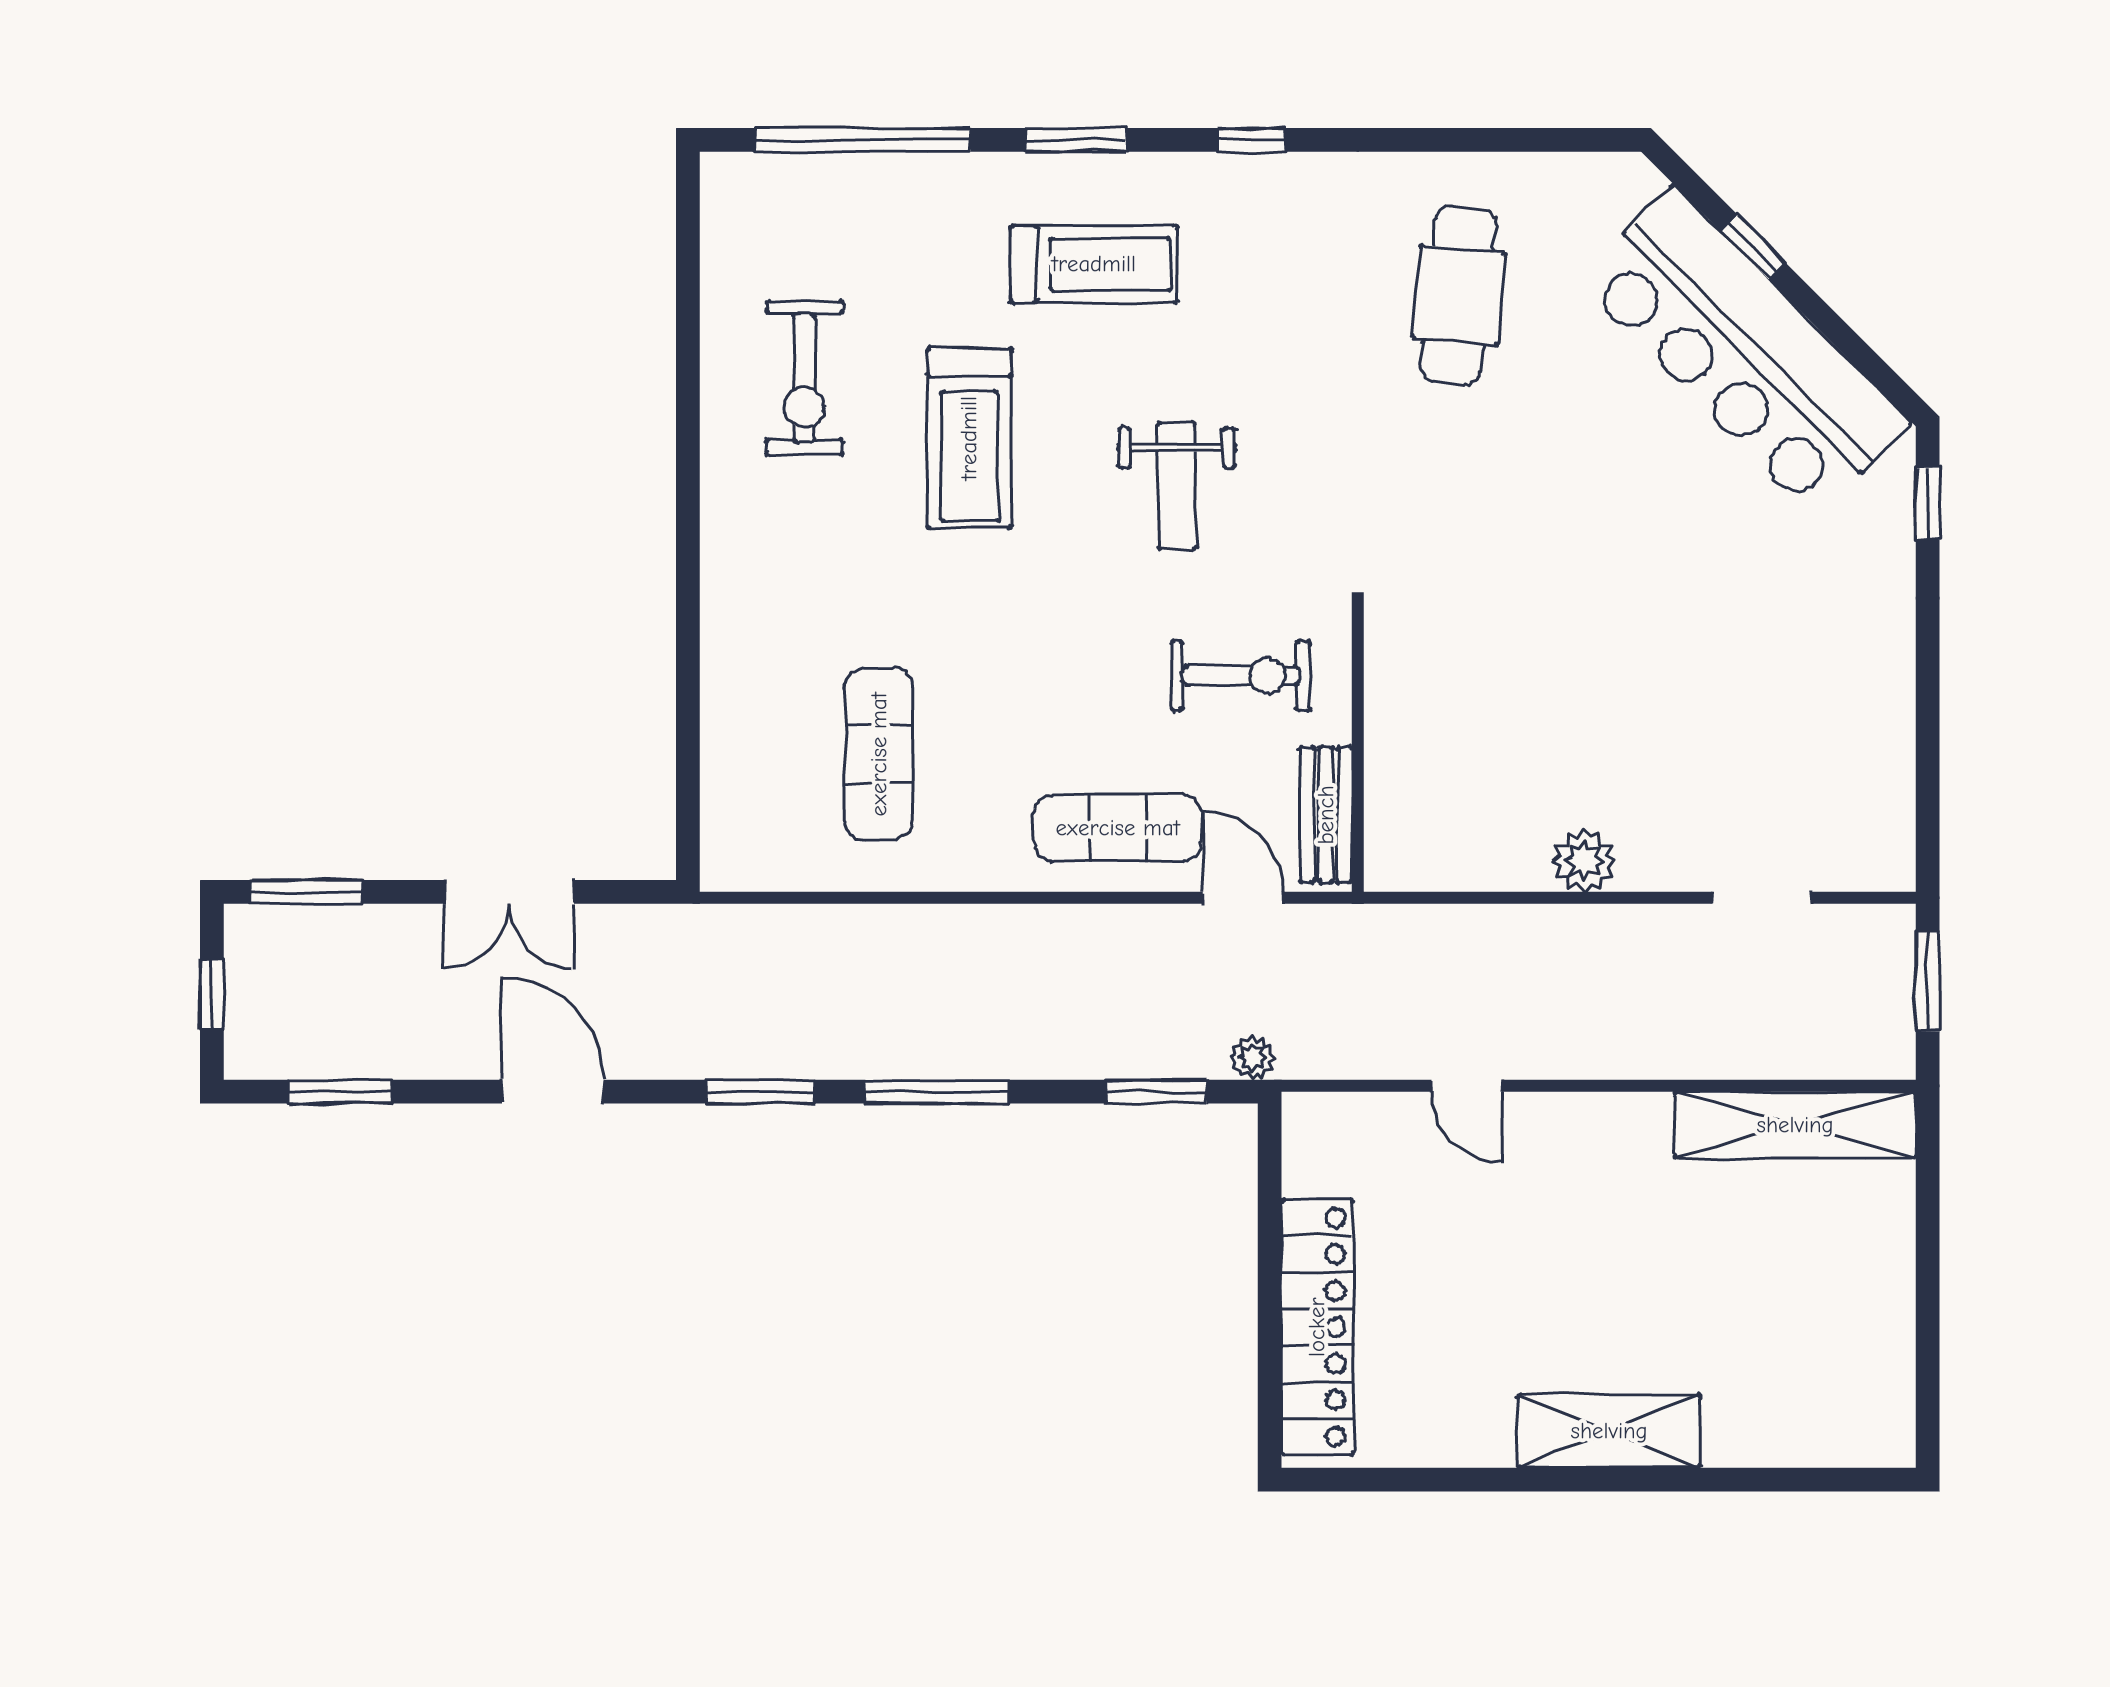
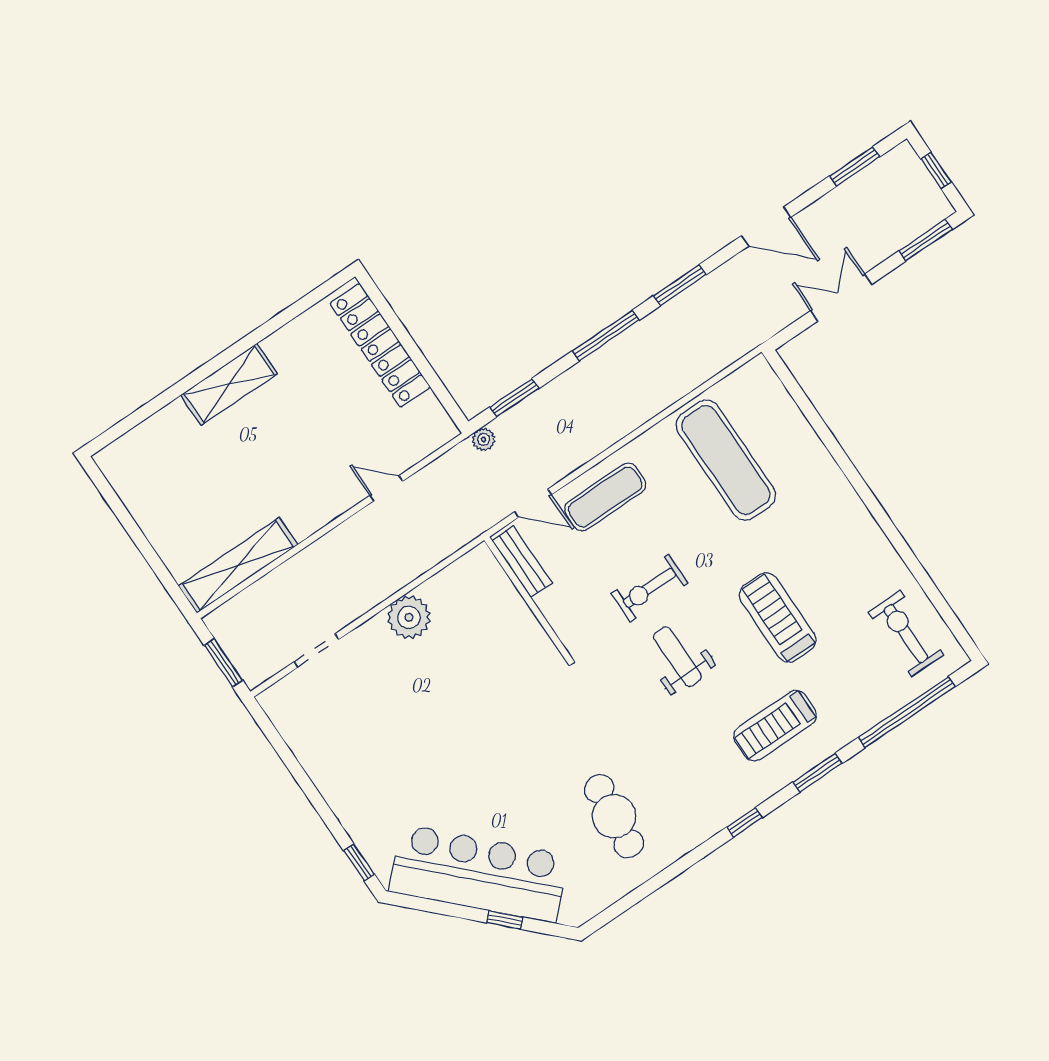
exercise bike: (804, 378) -> (906, 634), moved
exercise bike: (1241, 676) -> (649, 588), moved
exercise mat: (879, 754) -> (726, 460), width x1.36, depth x1.45
plant: (1584, 861) -> (409, 617), width x1.36, depth x1.36

